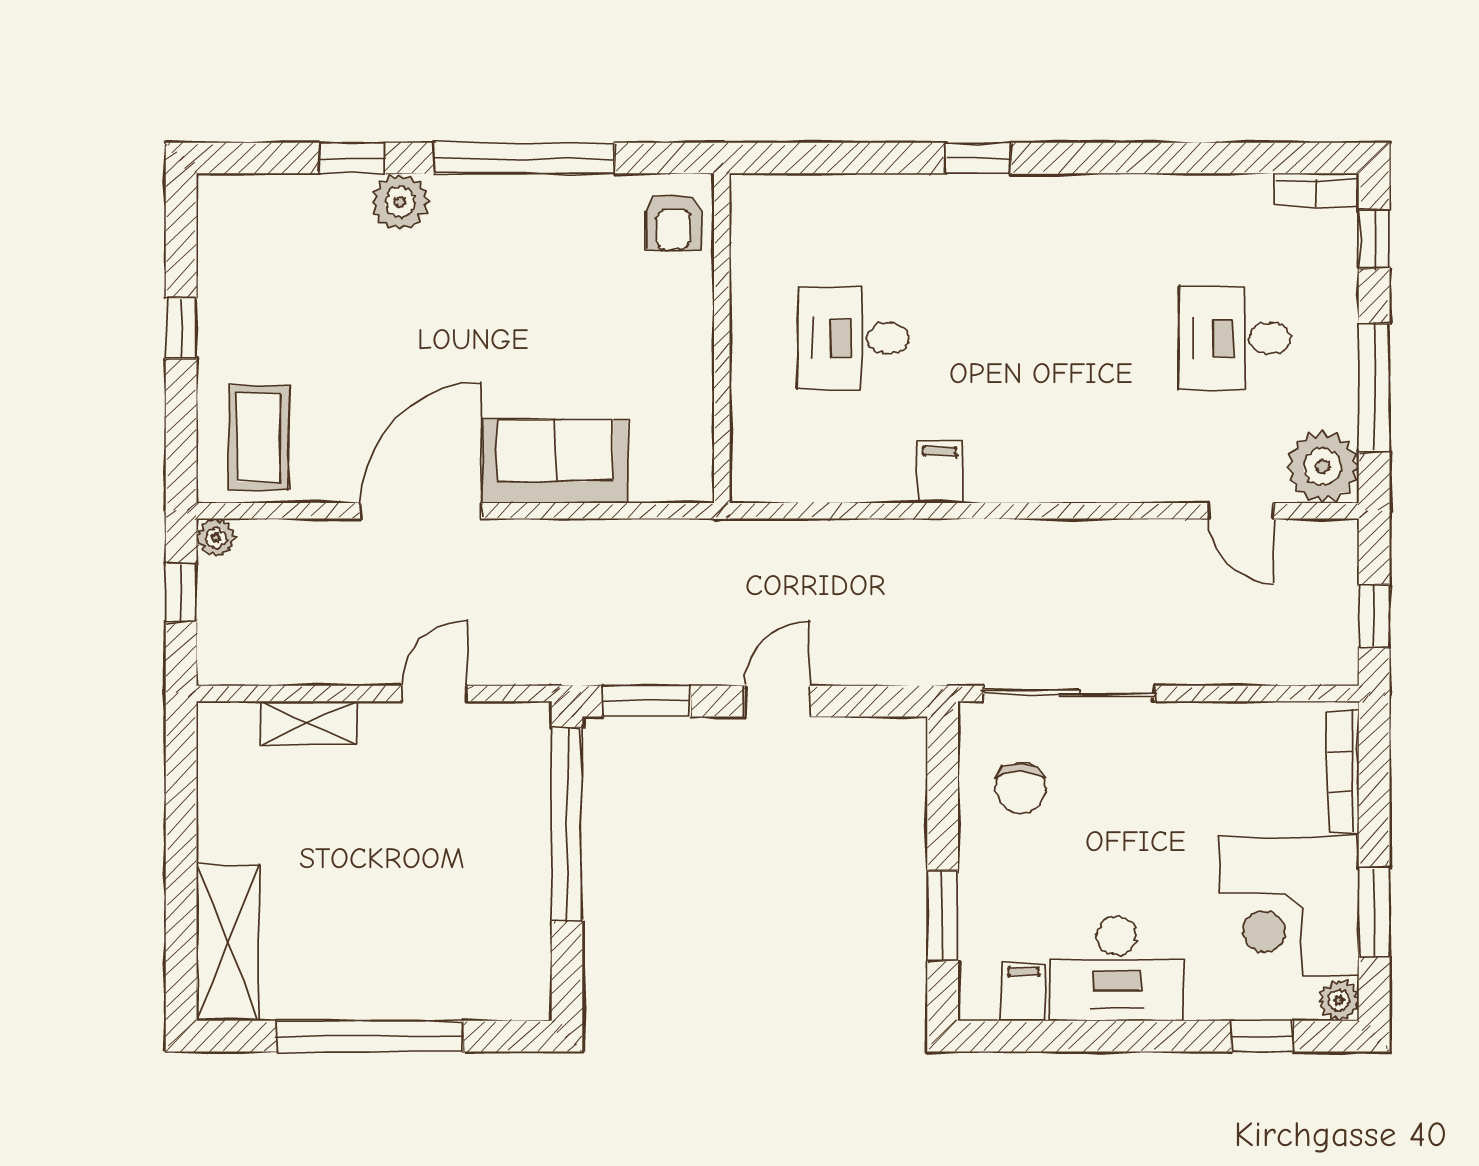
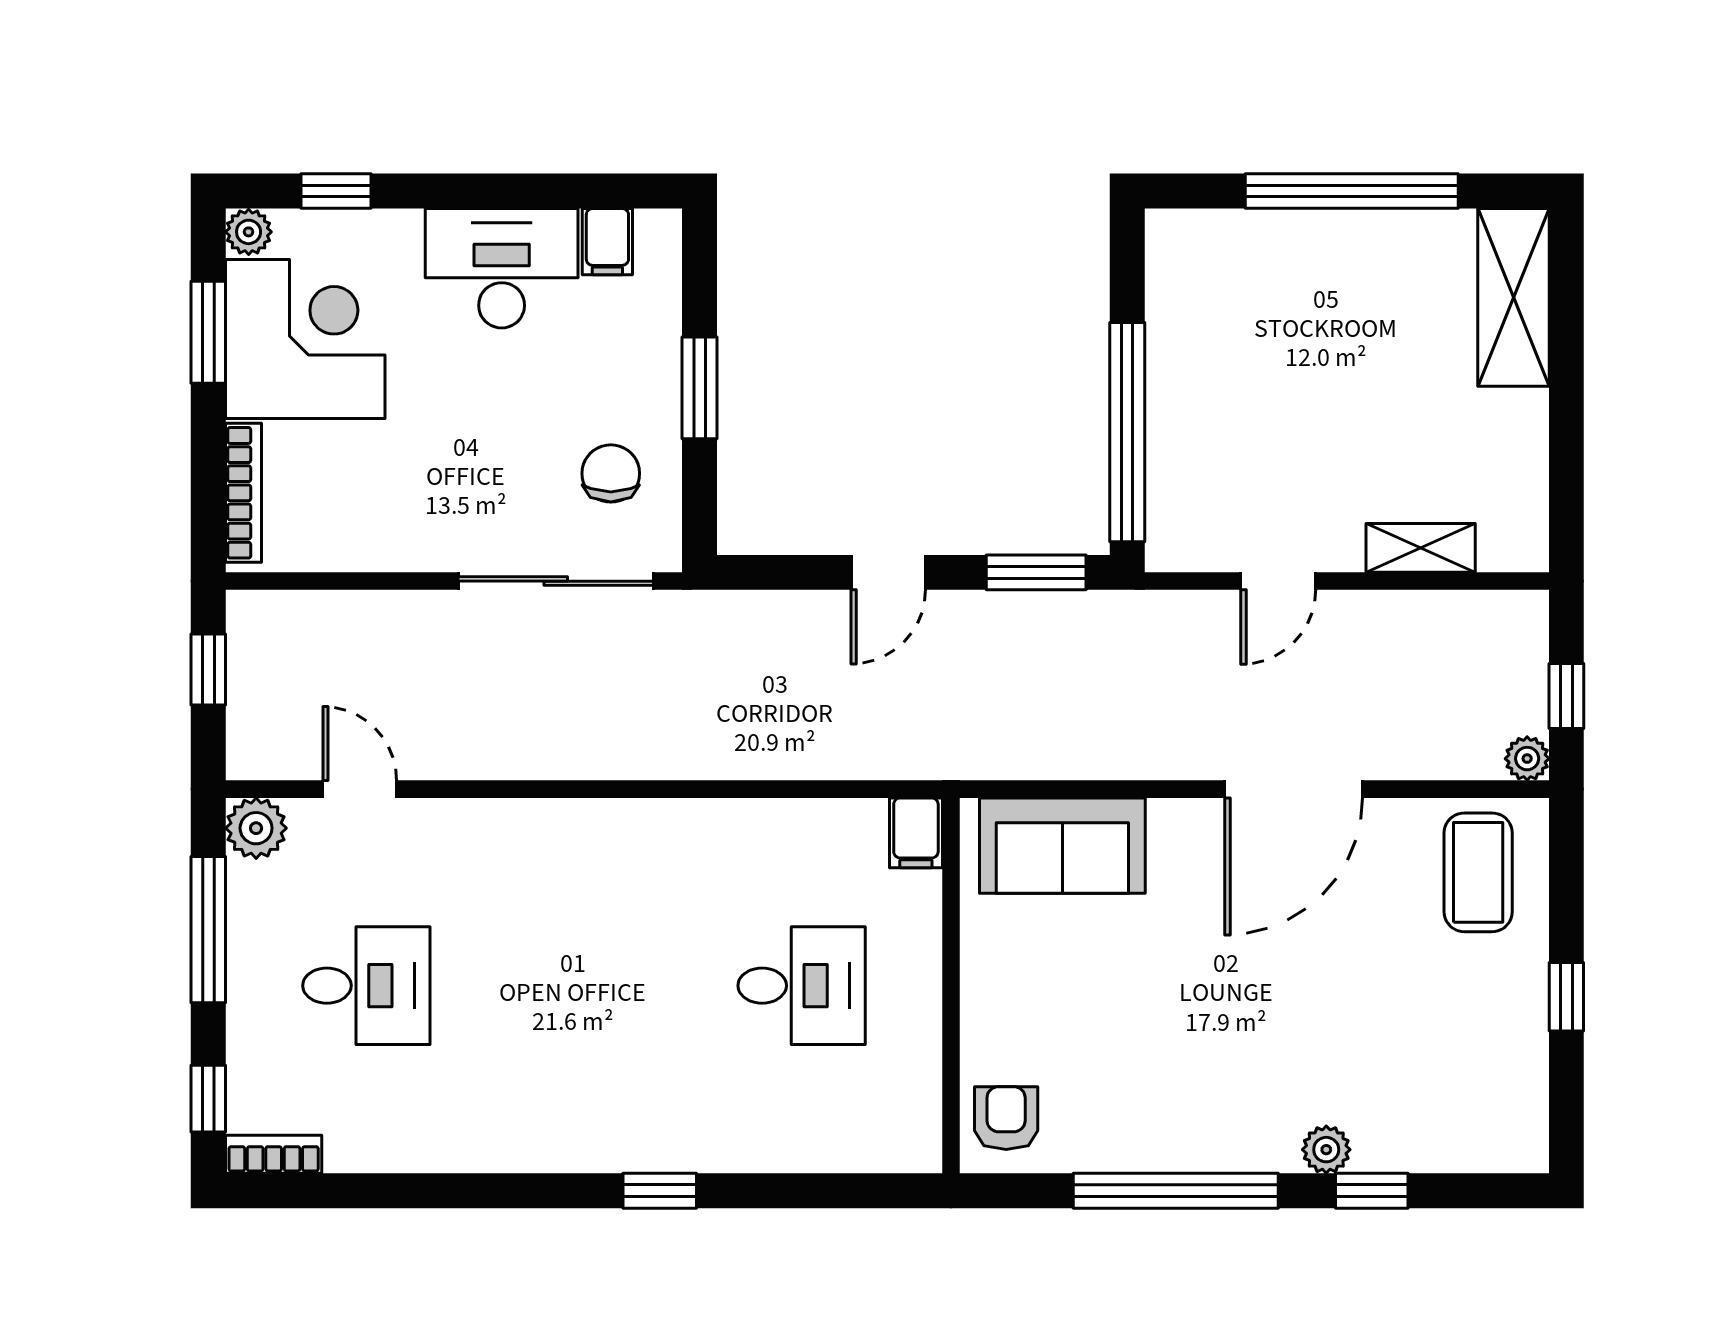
plant: (400, 202) -> (1326, 1150), width x0.73, depth x0.73
sofa: (555, 461) -> (1062, 846), moved
plant: (1323, 467) -> (256, 828), width x0.73, depth x0.73
filing cabinet: (940, 472) -> (916, 833), moved
window: (943, 915) -> (700, 388), moved

